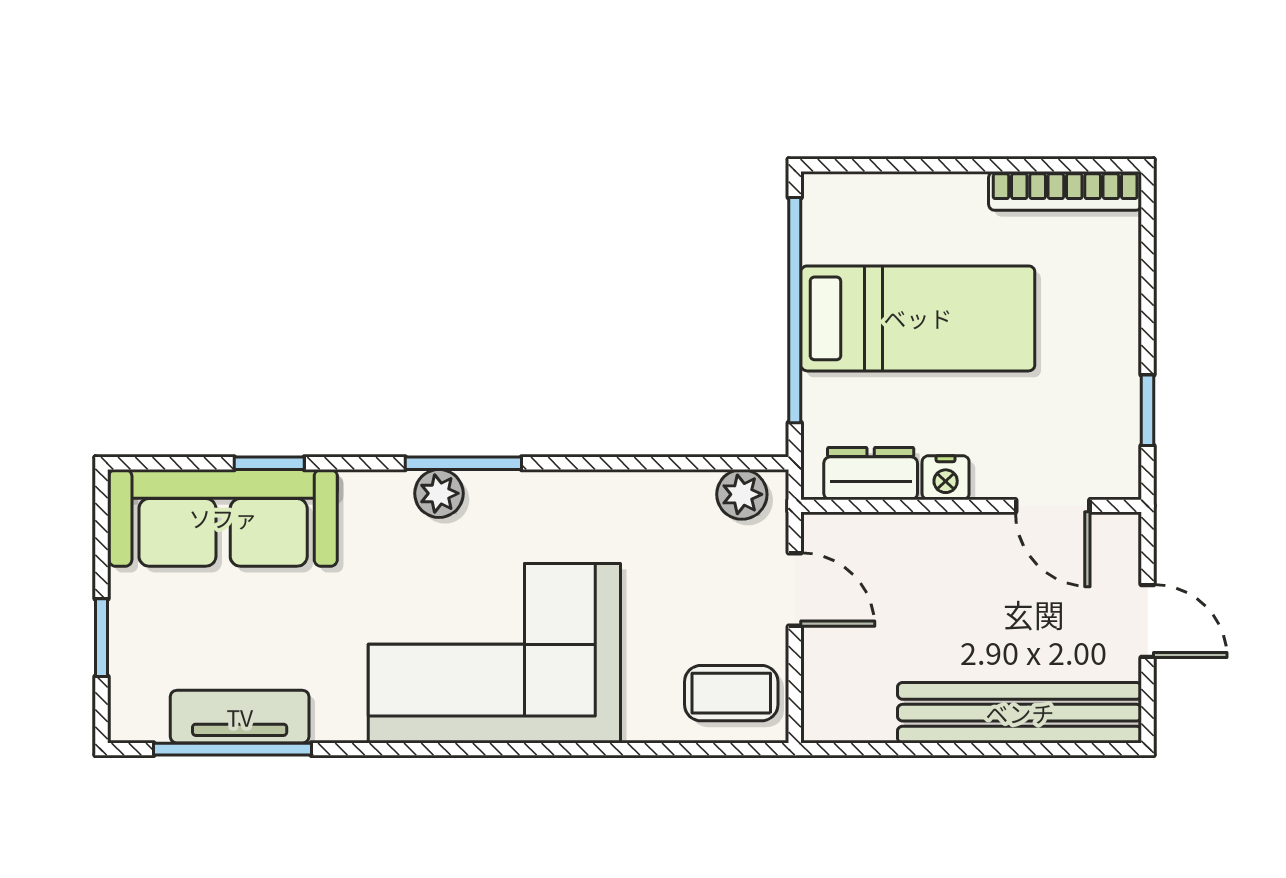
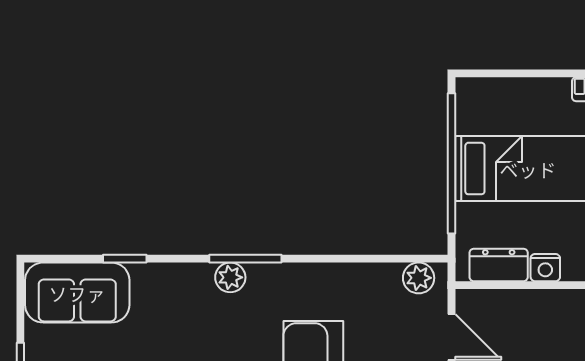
sofa: (223, 518) -> (77, 293), width x0.73

